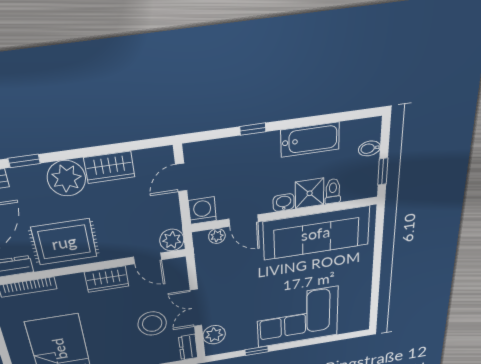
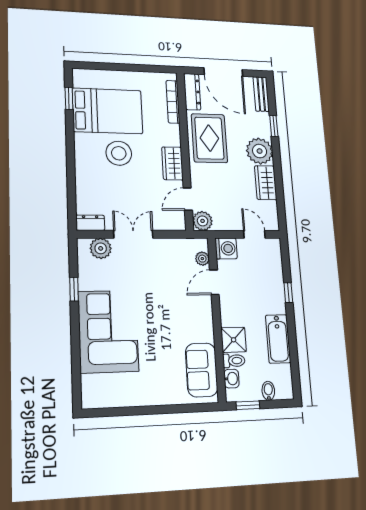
washbasin: (284, 203) -> (231, 379), moved
sofa: (316, 233) -> (202, 370), width x0.54, depth x0.79
stool: (152, 324) -> (119, 153), moved

